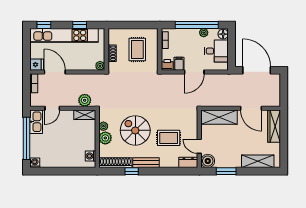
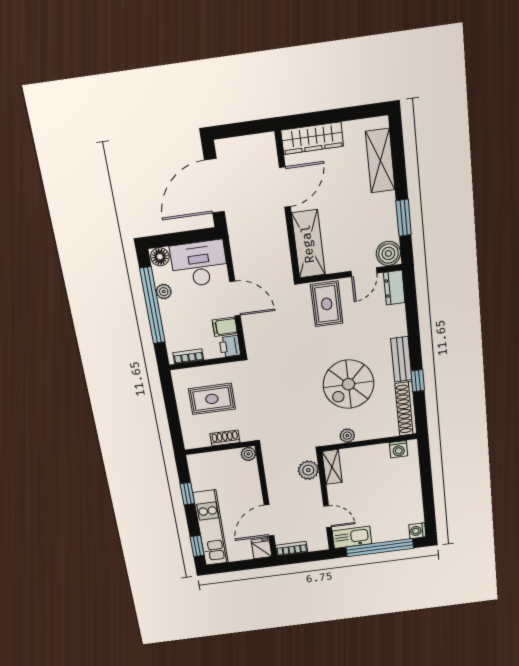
kitchen unit: (64, 35) -> (211, 528), width x0.73
desk: (216, 51) -> (199, 264), width x1.37
plant: (105, 138) -> (366, 430), removed
rug: (169, 138) -> (327, 304), moved

